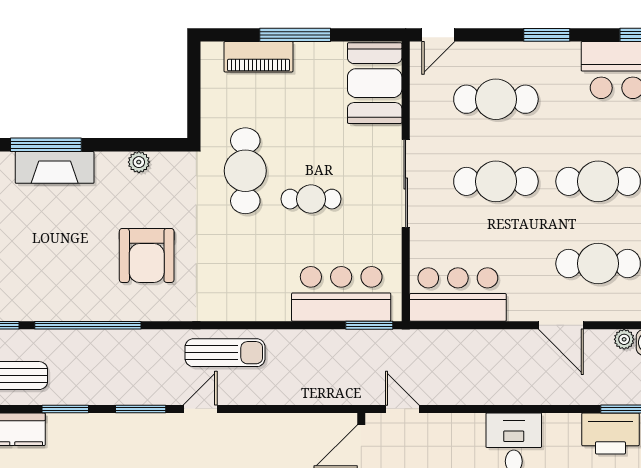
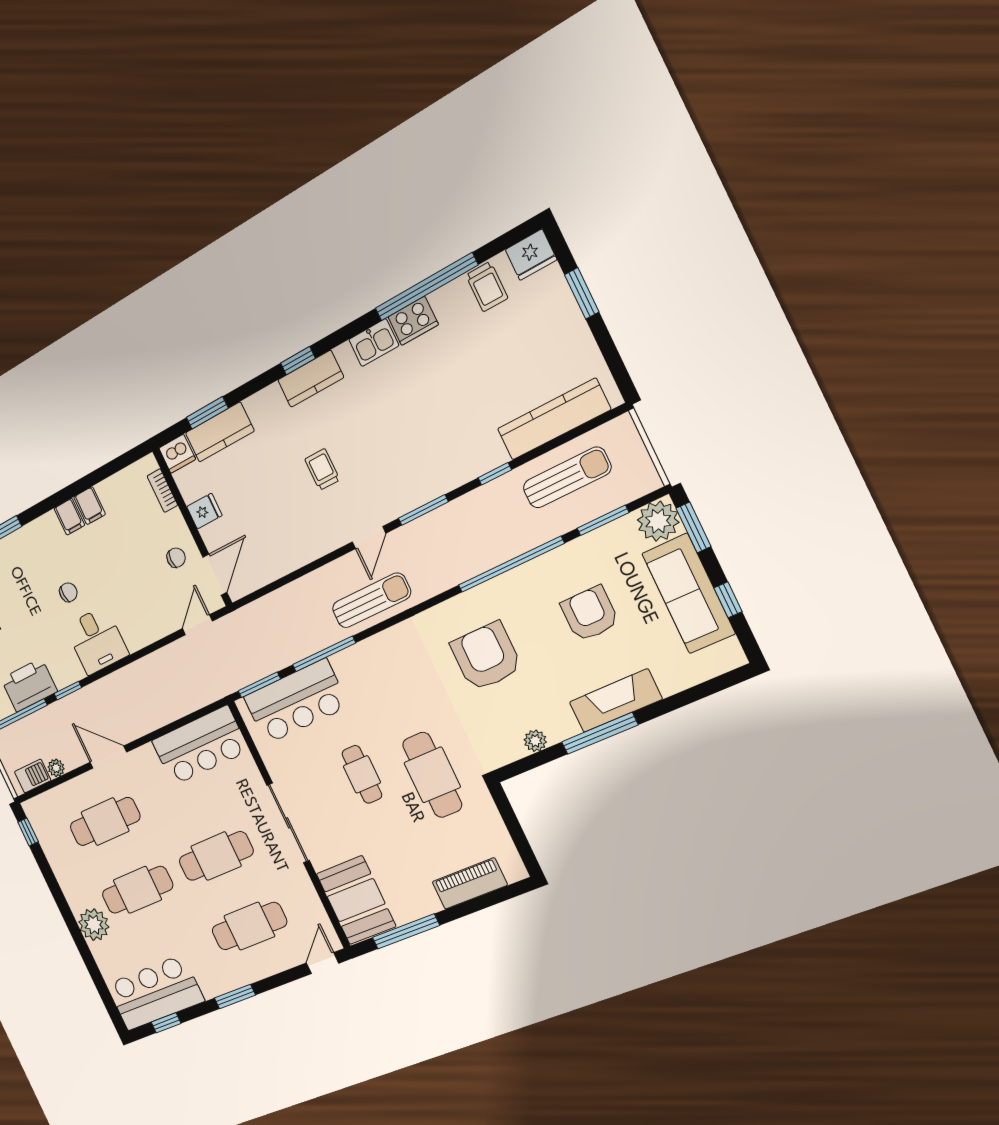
window: (295, 35) -> (406, 931), moved
window: (46, 145) -> (600, 733), moved
cafe table: (311, 199) -> (362, 774), turned 90
armchair: (42, 252) -> (590, 614), added
window: (293, 325) -> (324, 654), added
sun lounger: (225, 353) -> (371, 600), turned 180
window: (65, 409) -> (495, 474), width x0.67
door: (402, 409) -> (197, 625), swing flipped
window: (571, 409) -> (68, 691), added

